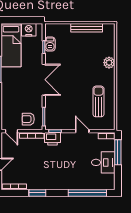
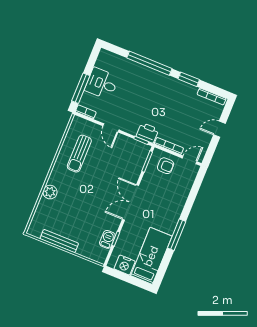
door: (11, 131) -> (190, 160), hinge flipped
window: (87, 193) -> (149, 63), moved

